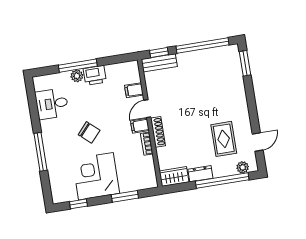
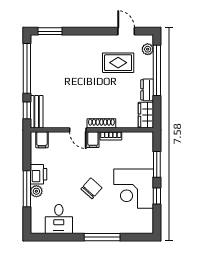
filing cabinet: (134, 90) -> (42, 140), moved
window: (78, 204) -> (157, 196), moved

